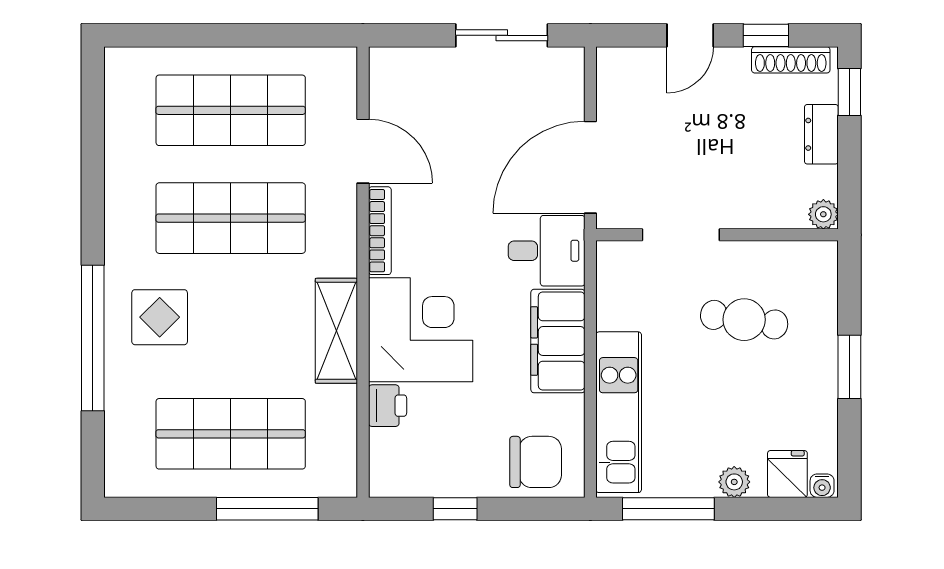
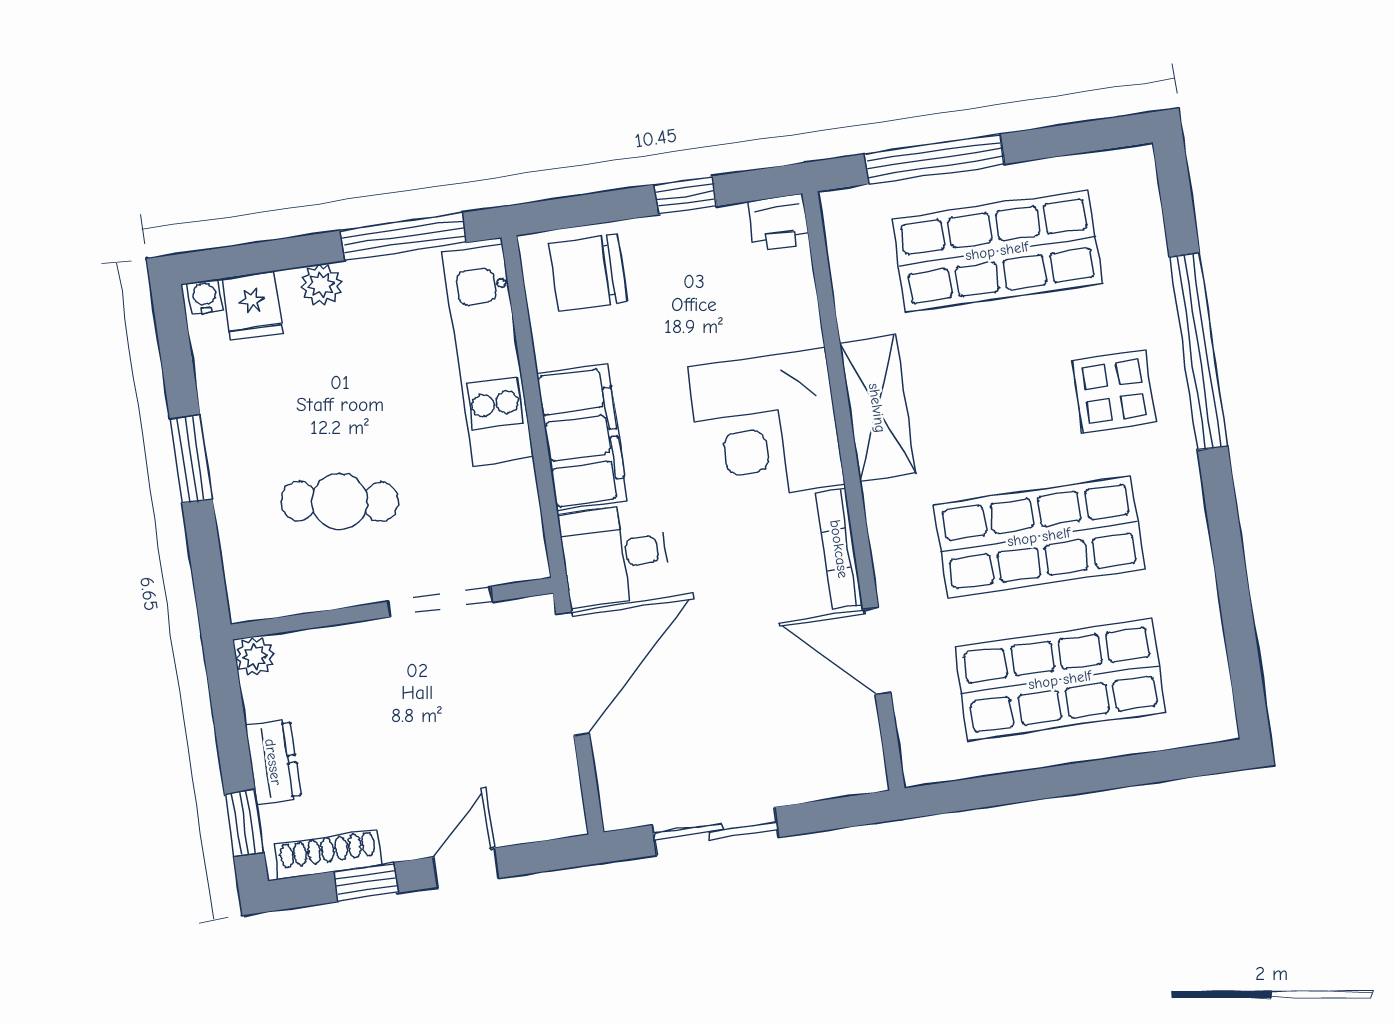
printer: (388, 406) -> (779, 223), moved, turned -90

